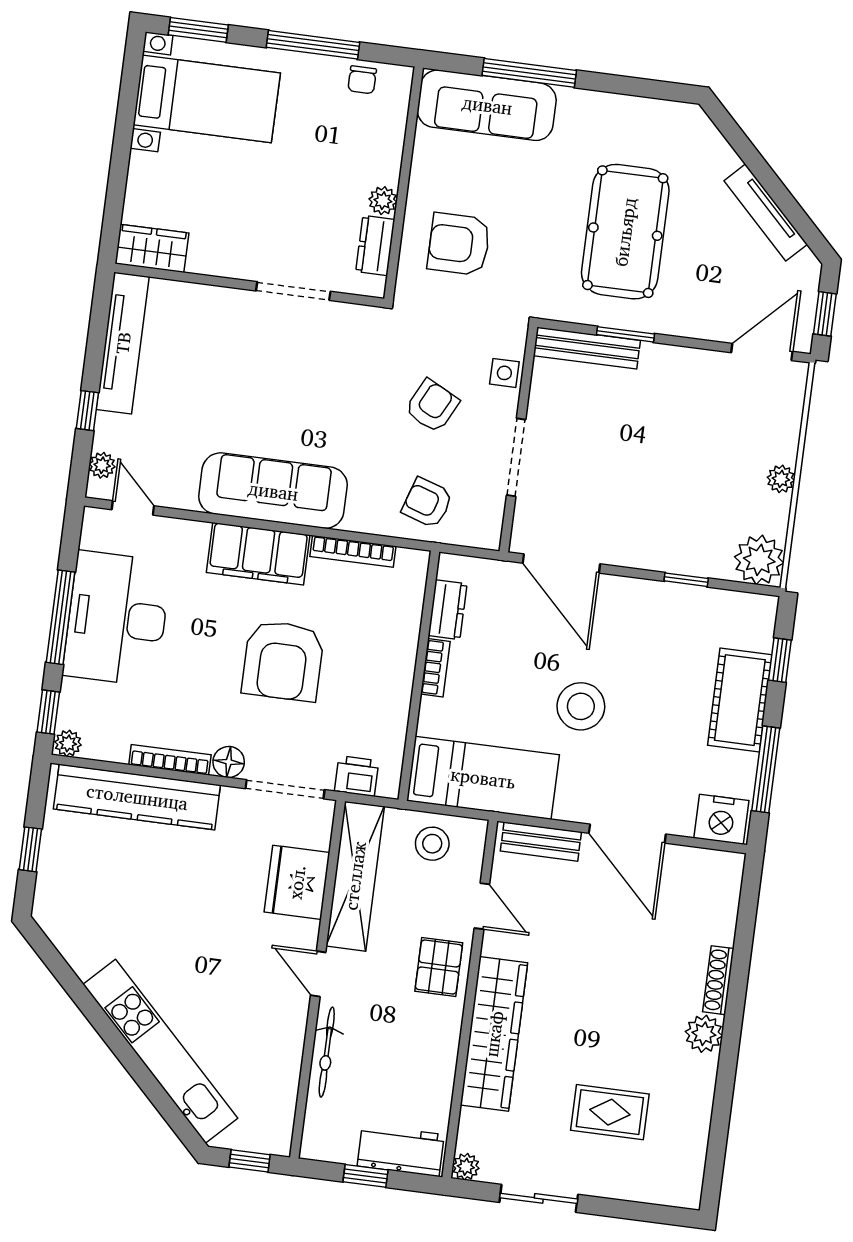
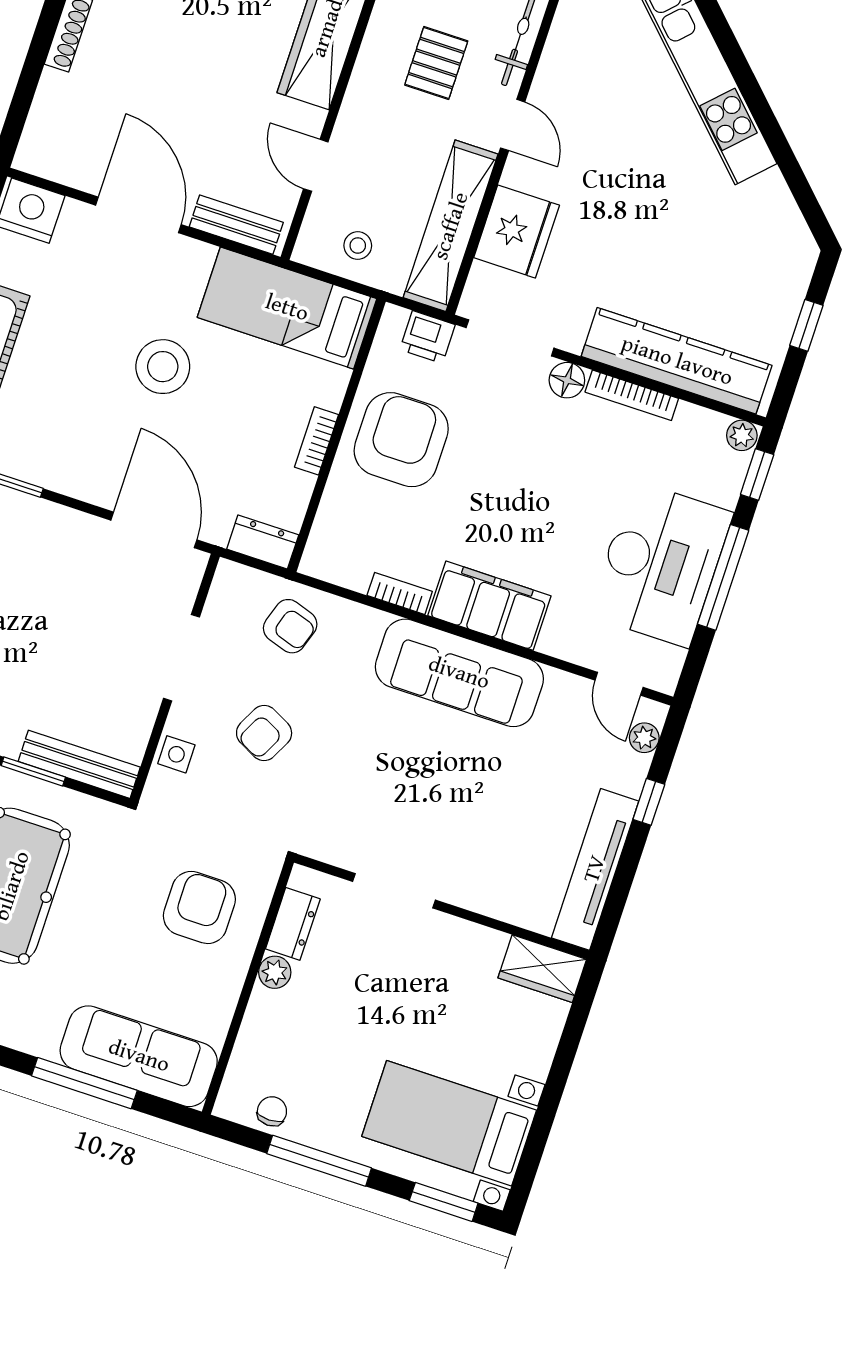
armchair: (459, 244) -> (199, 907), turned -90
bookcase: (353, 551) -> (400, 593), width x0.64
dresser: (448, 610) -> (263, 542), moved, turned 90
armchair: (283, 661) -> (401, 440), moved
stool: (432, 844) -> (358, 246), width x0.73, depth x0.73
pallet: (439, 967) -> (436, 63), moved

